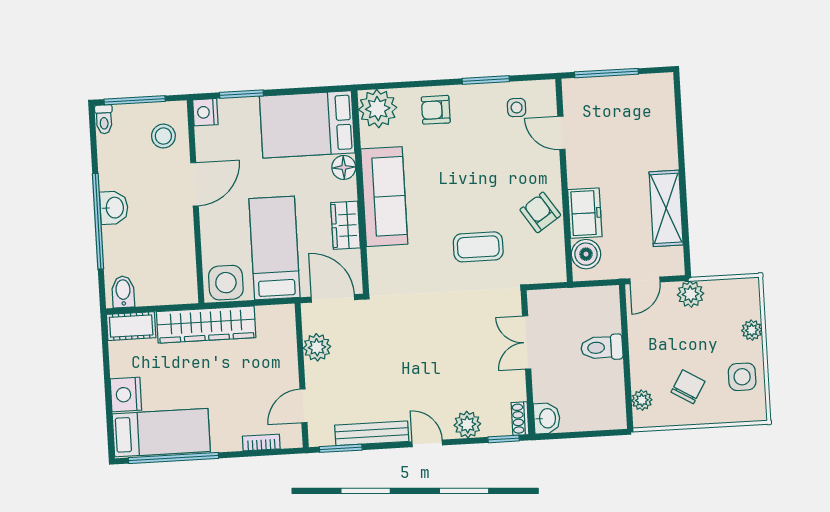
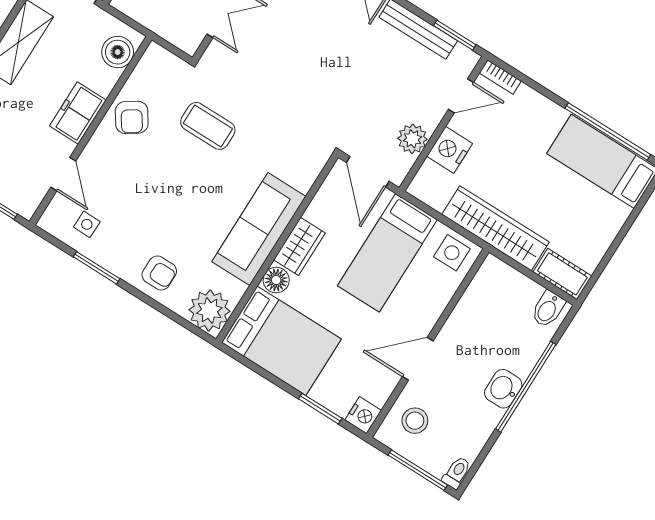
freezer: (585, 213) -> (78, 113), moved
wardrobe: (345, 225) -> (299, 246), moved
side table: (226, 283) -> (452, 253), width x0.73, depth x0.73
nightstand: (126, 395) -> (450, 150), moved, turned 180
bookcase: (261, 443) -> (500, 77), moved

